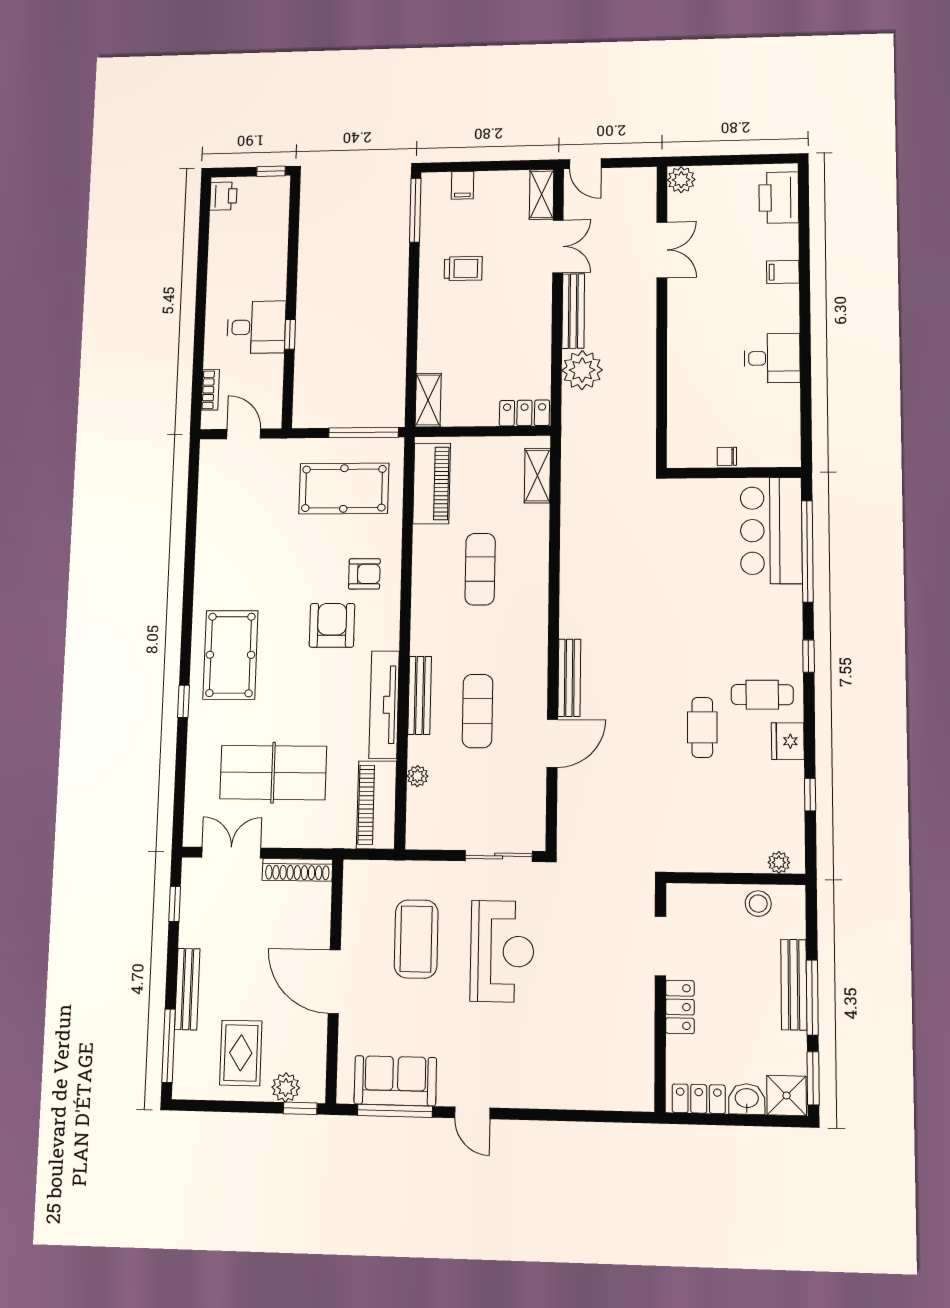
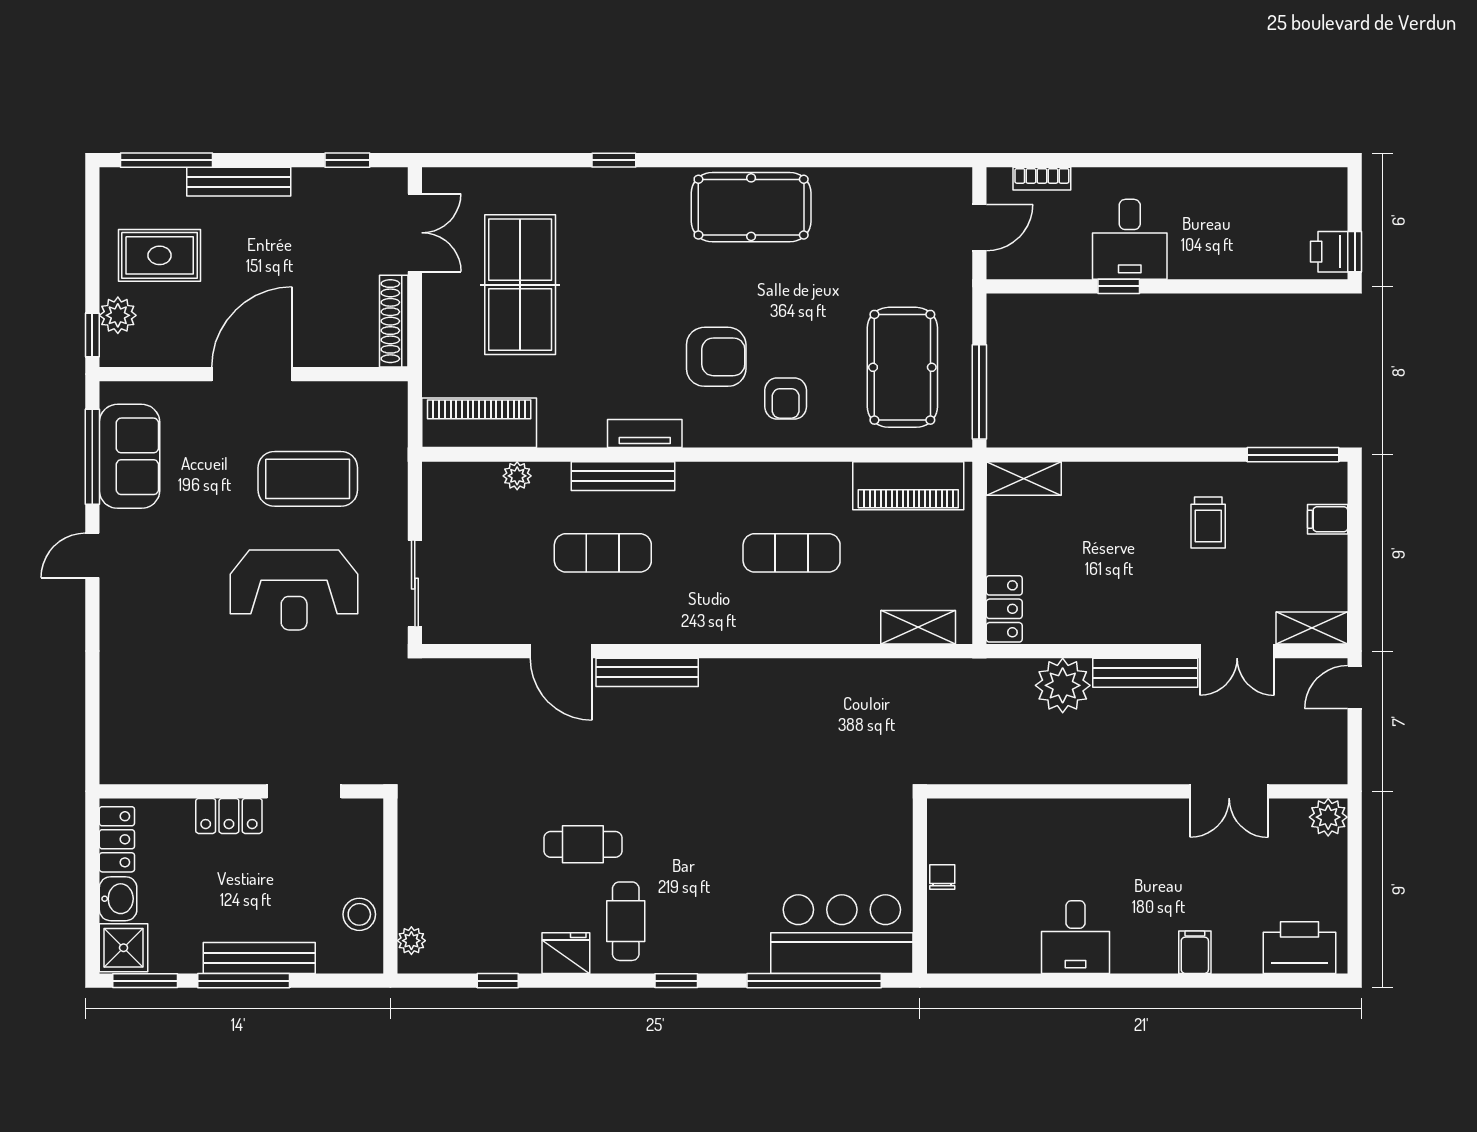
printer: (223, 196) -> (1329, 252), moved, turned 90
pool table: (230, 655) -> (751, 207), moved
tv unit: (384, 705) -> (645, 433), width x0.52, depth x0.78

